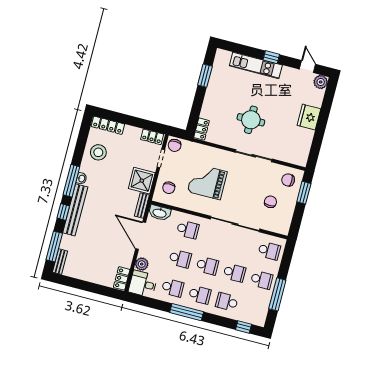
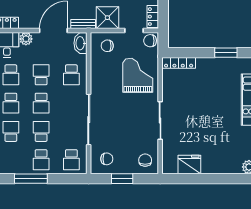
fridge: (309, 117) -> (189, 164), moved
round table: (251, 120) -> (194, 109), removed
locker: (202, 129) -> (179, 63), width x1.53
grand piano: (207, 182) -> (138, 75), moved
window: (304, 193) -> (122, 179), moved
chair: (270, 202) -> (107, 159), moved
school desk: (180, 259) -> (41, 75), turned 180
school desk: (234, 273) -> (41, 131), turned 180

